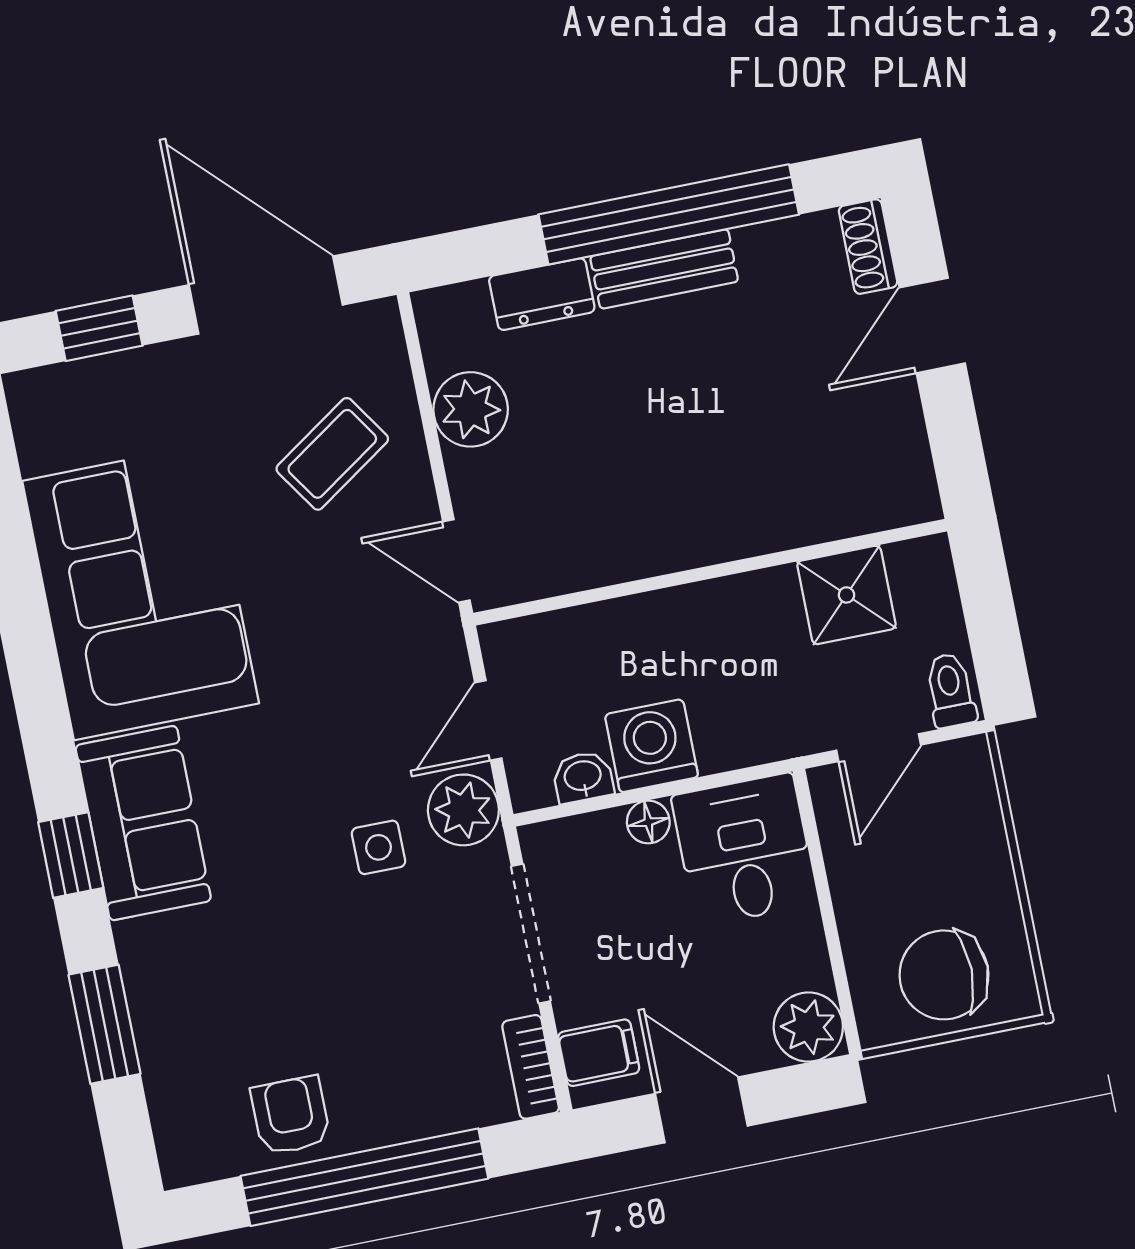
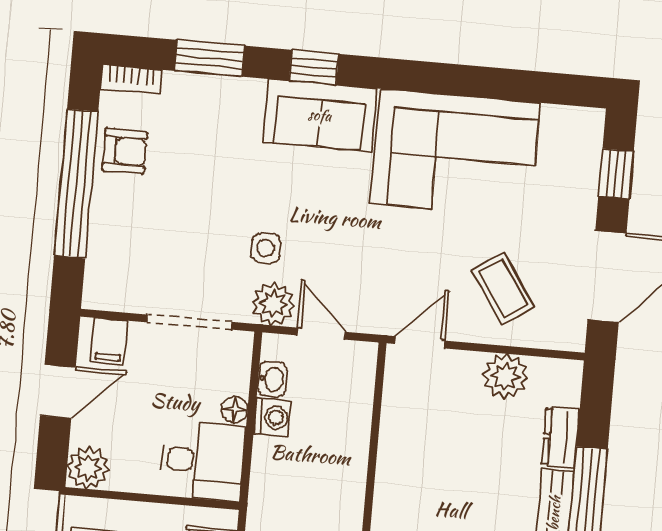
washing machine: (651, 746) -> (273, 417), width x0.73, depth x0.73
bookcase: (531, 1067) -> (131, 79), moved, turned 180

